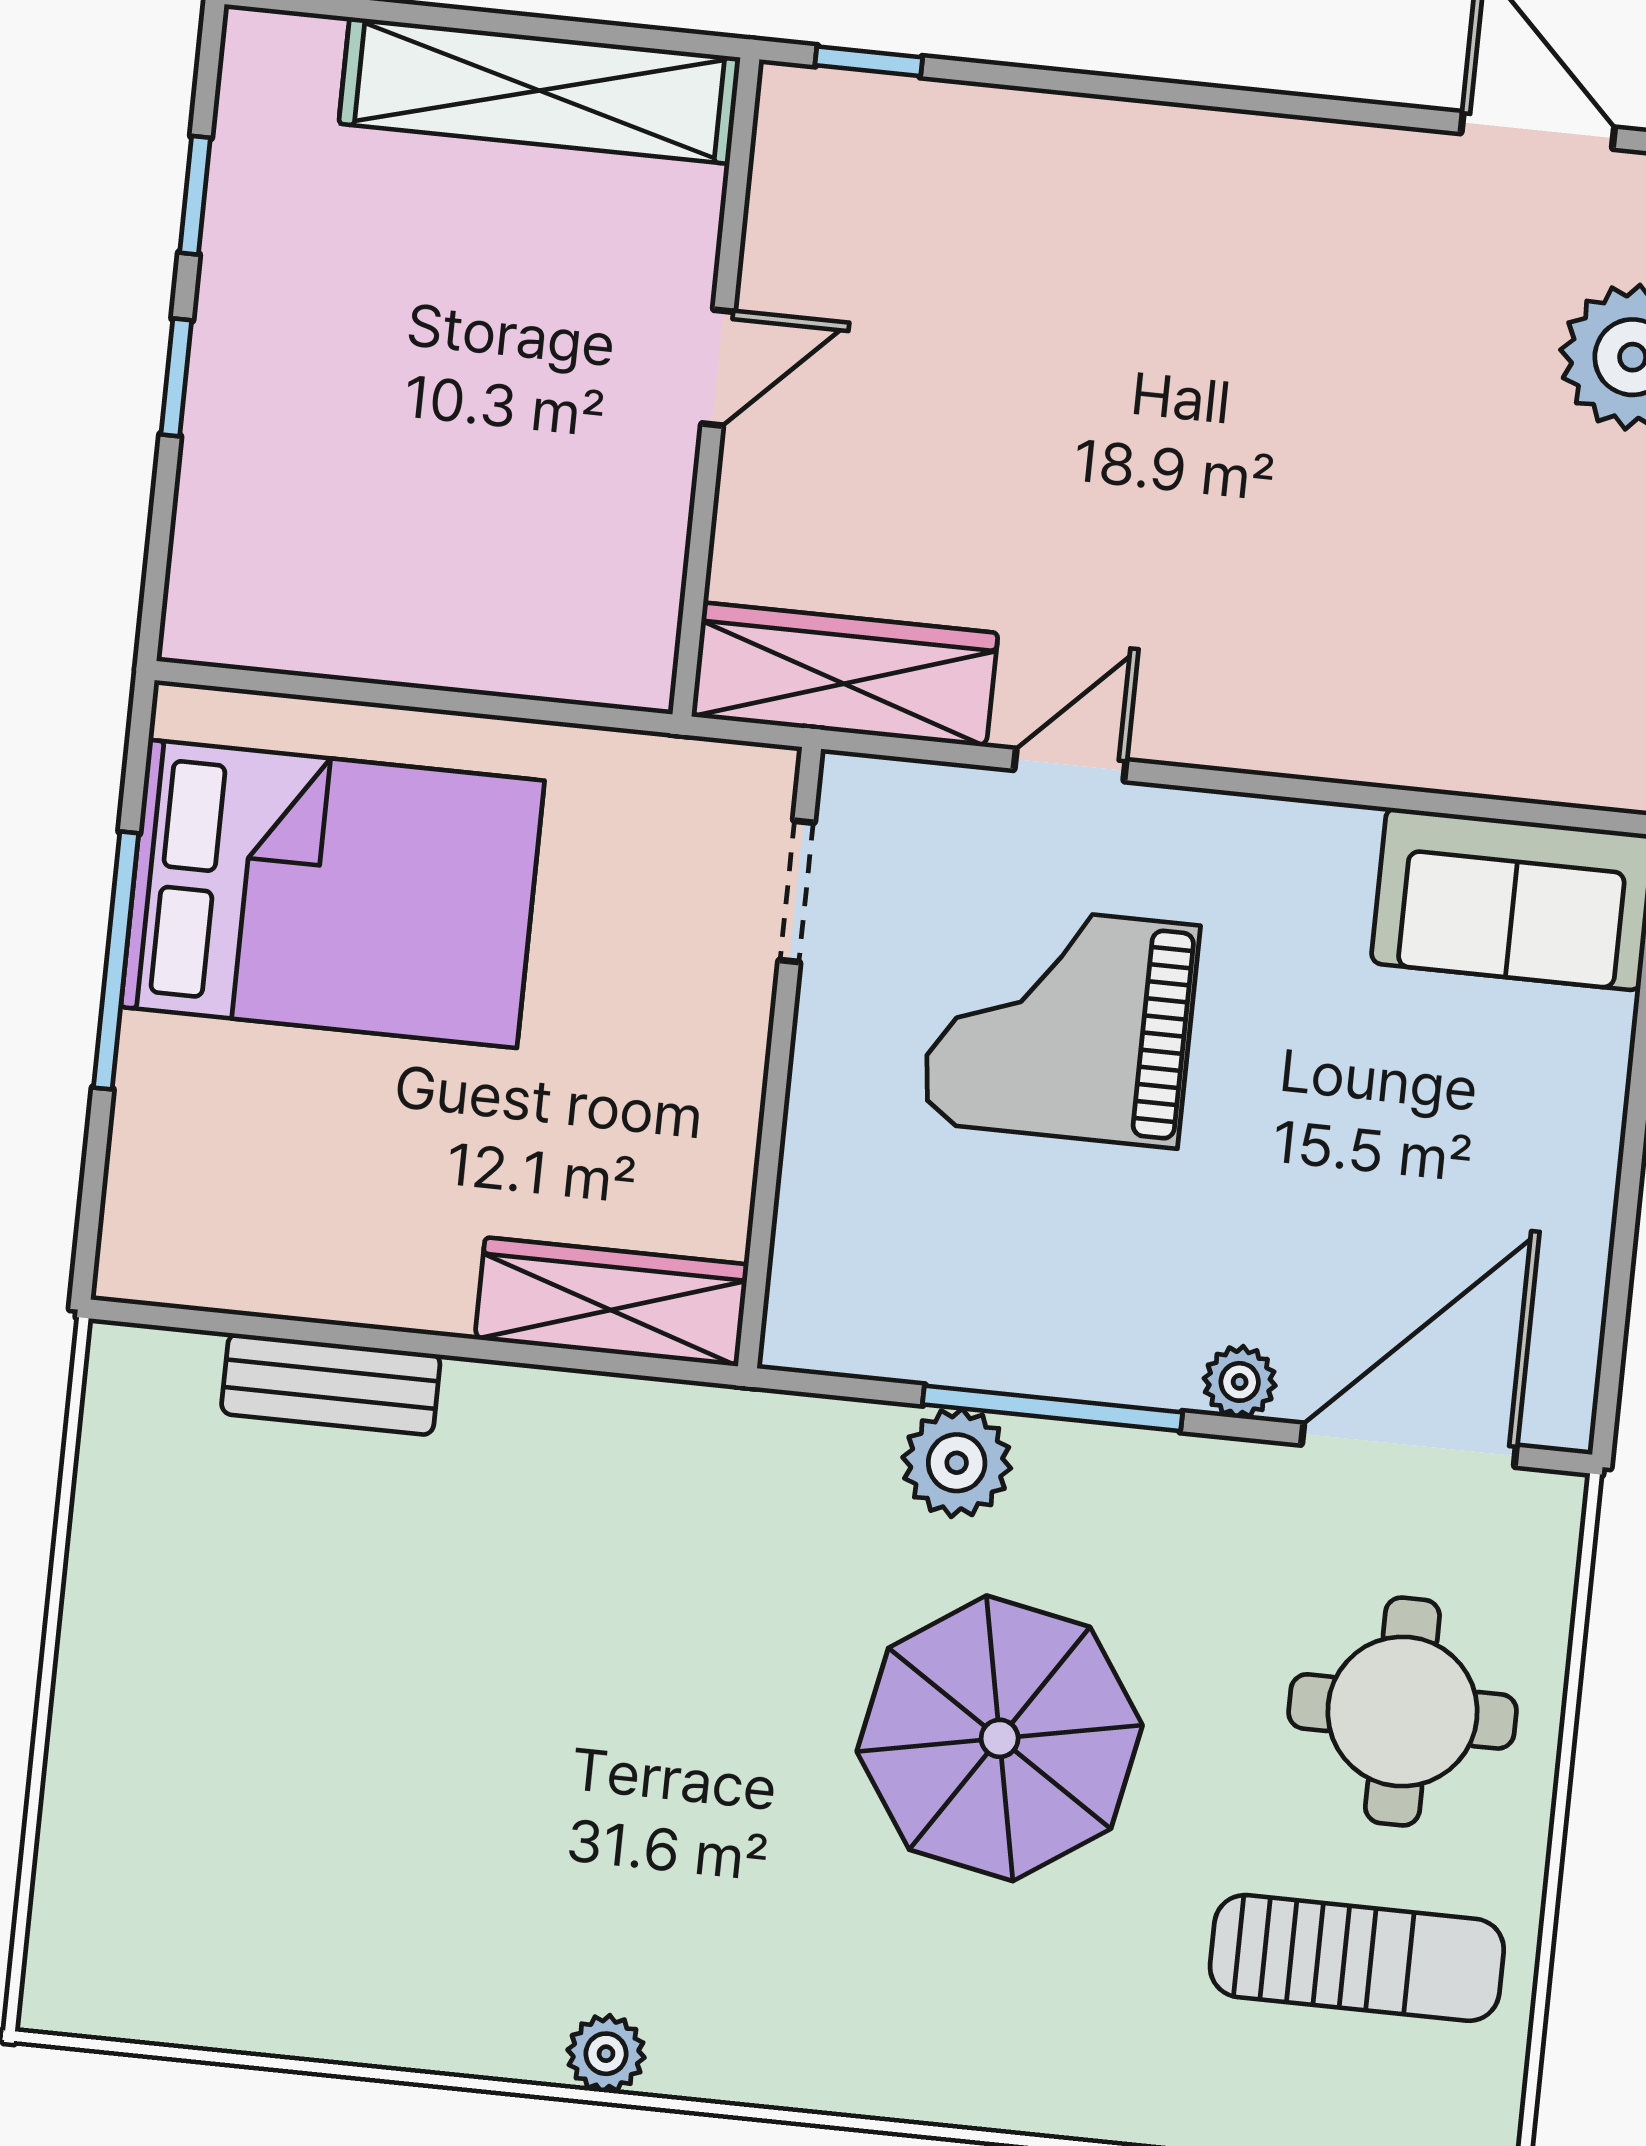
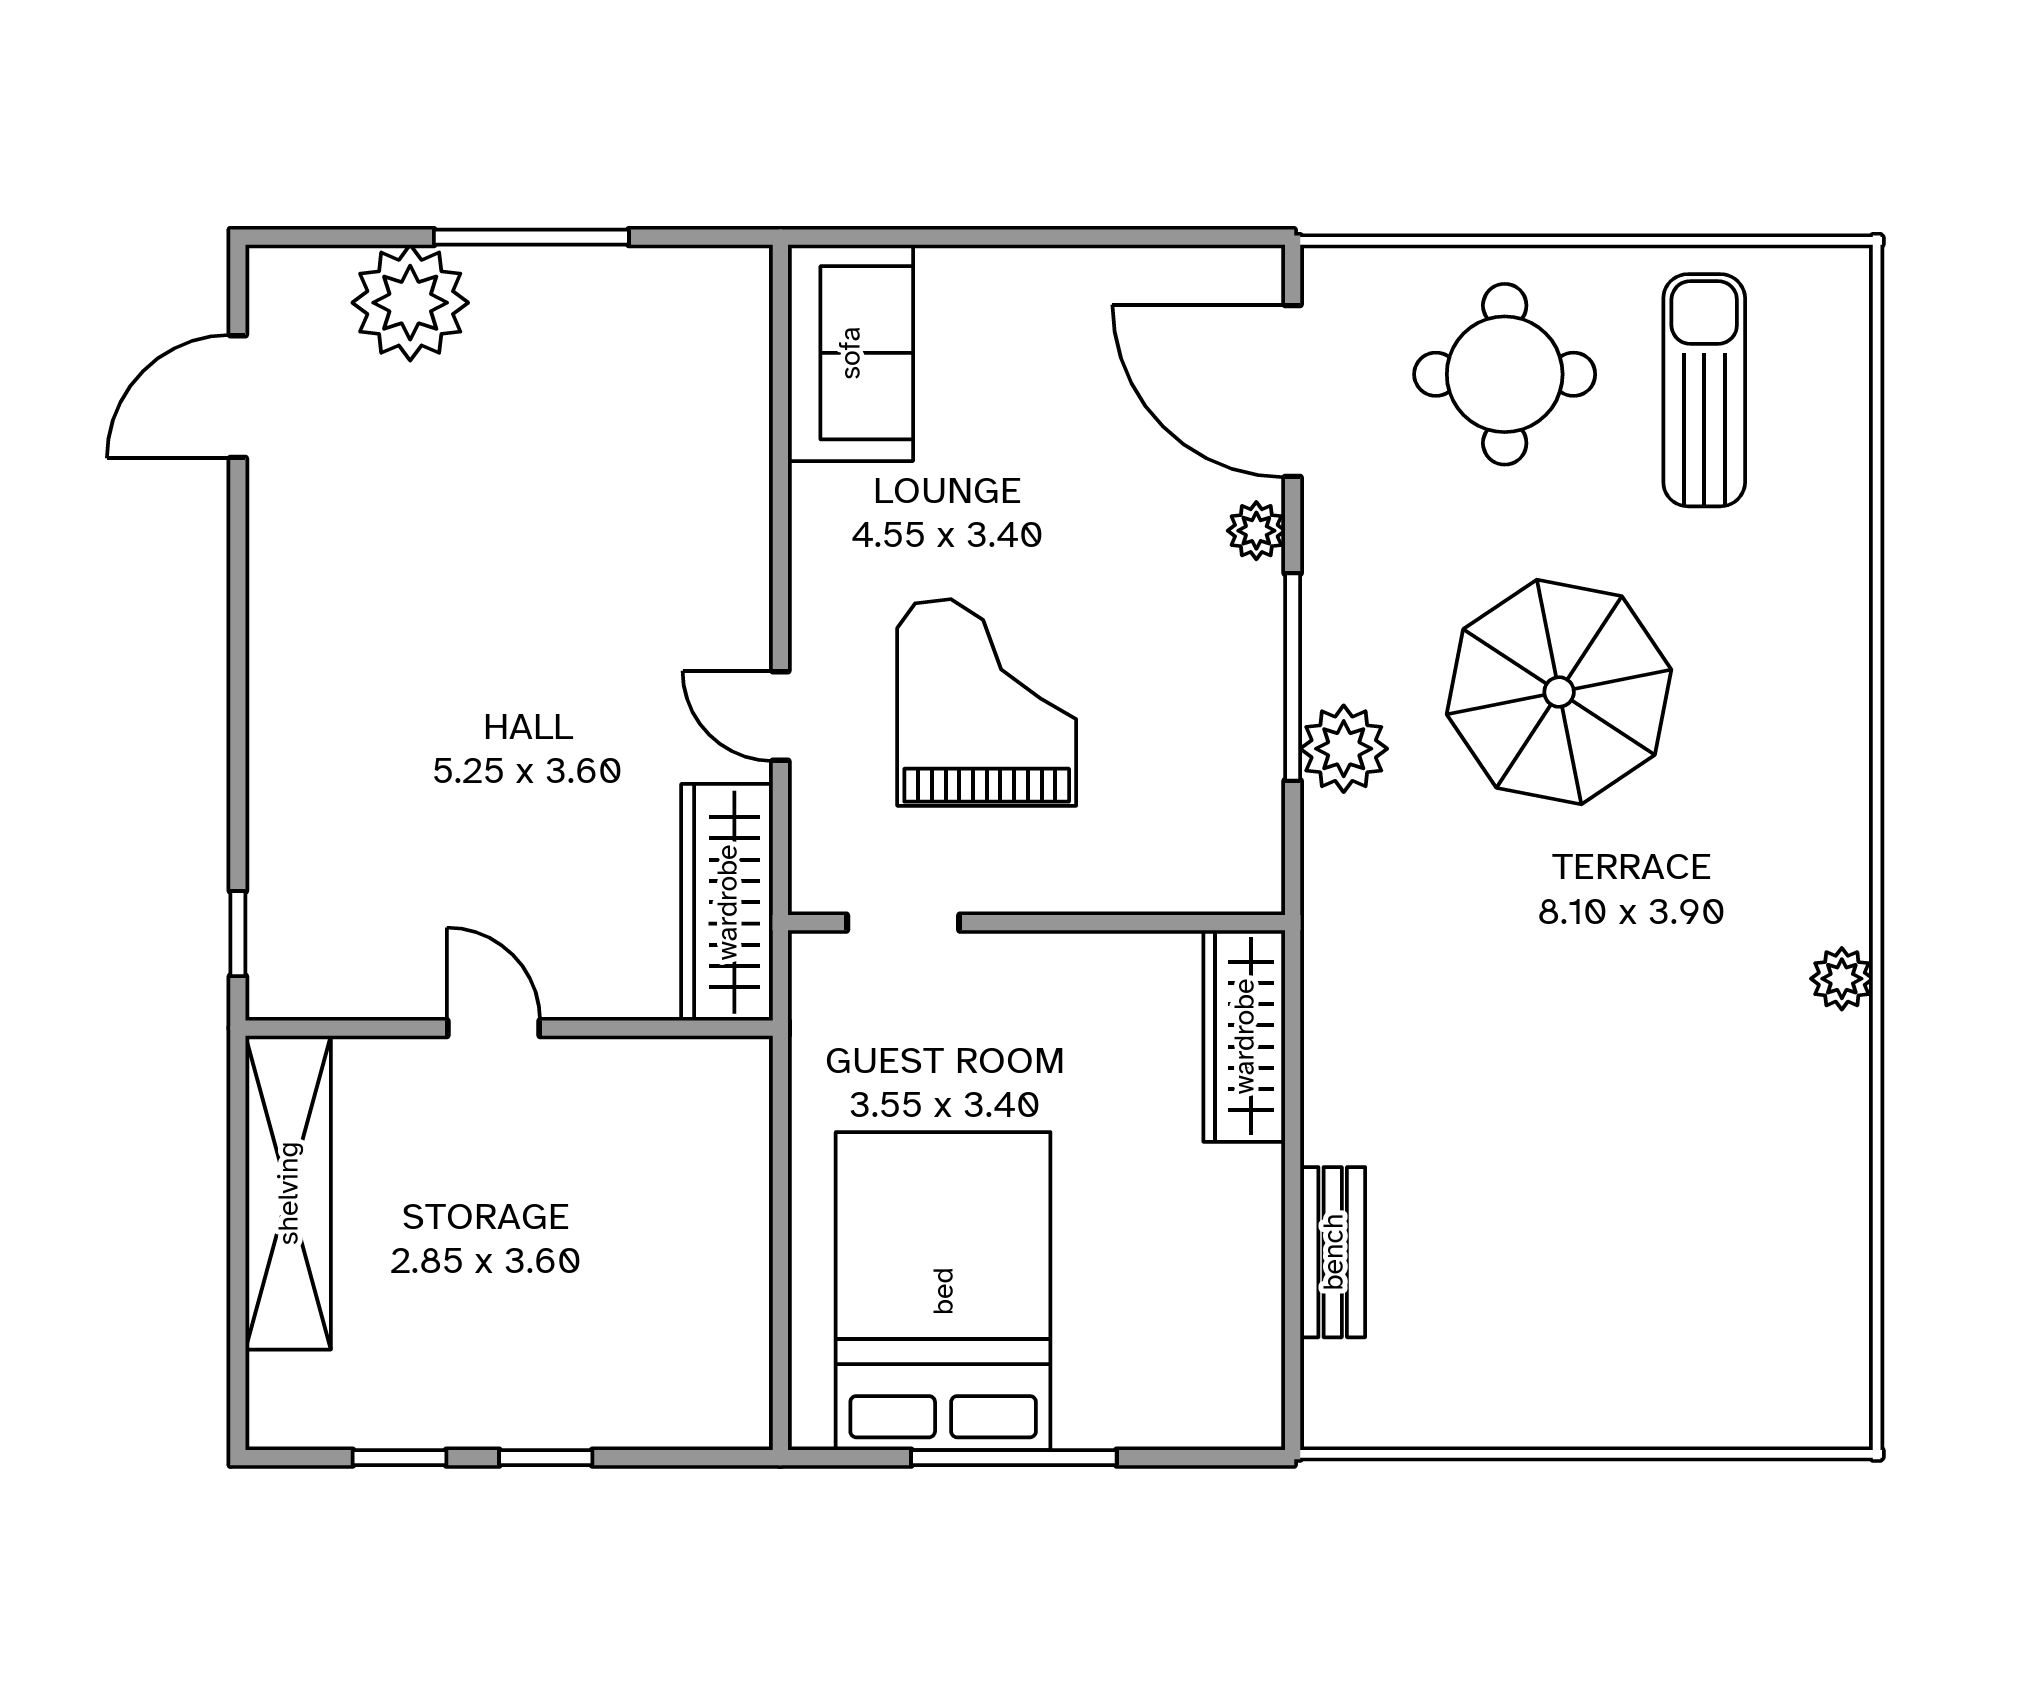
grand piano: (1060, 1024) -> (987, 702), turned 180

